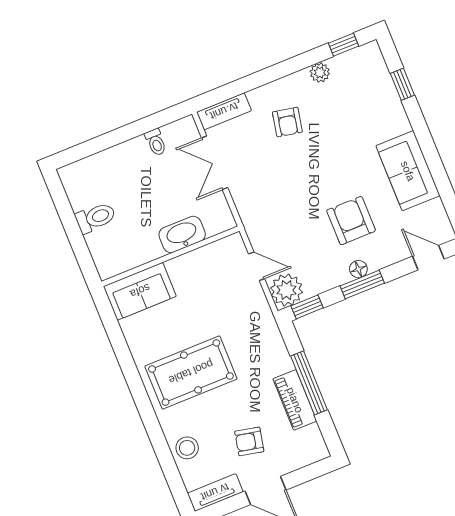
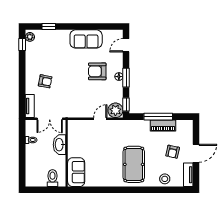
plant: (320, 73) -> (30, 37), moved
washbasin: (182, 235) -> (60, 145), moved
wall: (171, 256) -> (67, 153), moved
sofa: (140, 291) -> (76, 172), moved

